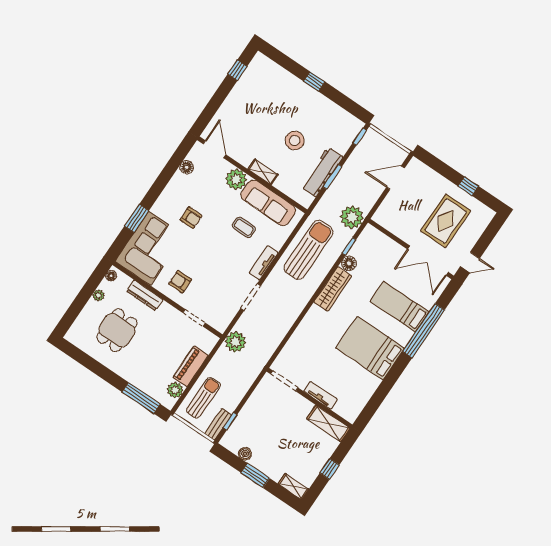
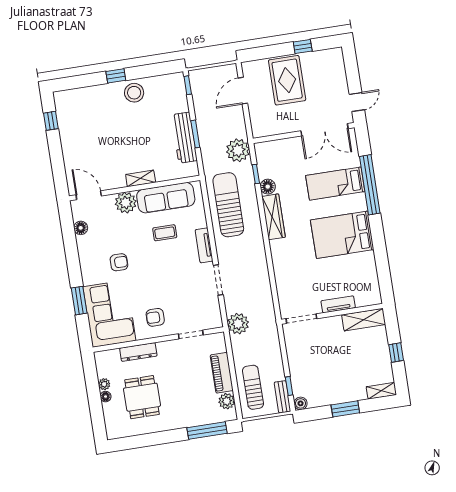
stool: (295, 141) -> (134, 93), moved
rug: (446, 221) -> (287, 80), moved
floor lamp: (111, 276) -> (106, 397), moved
boiler: (245, 454) -> (301, 403), moved

